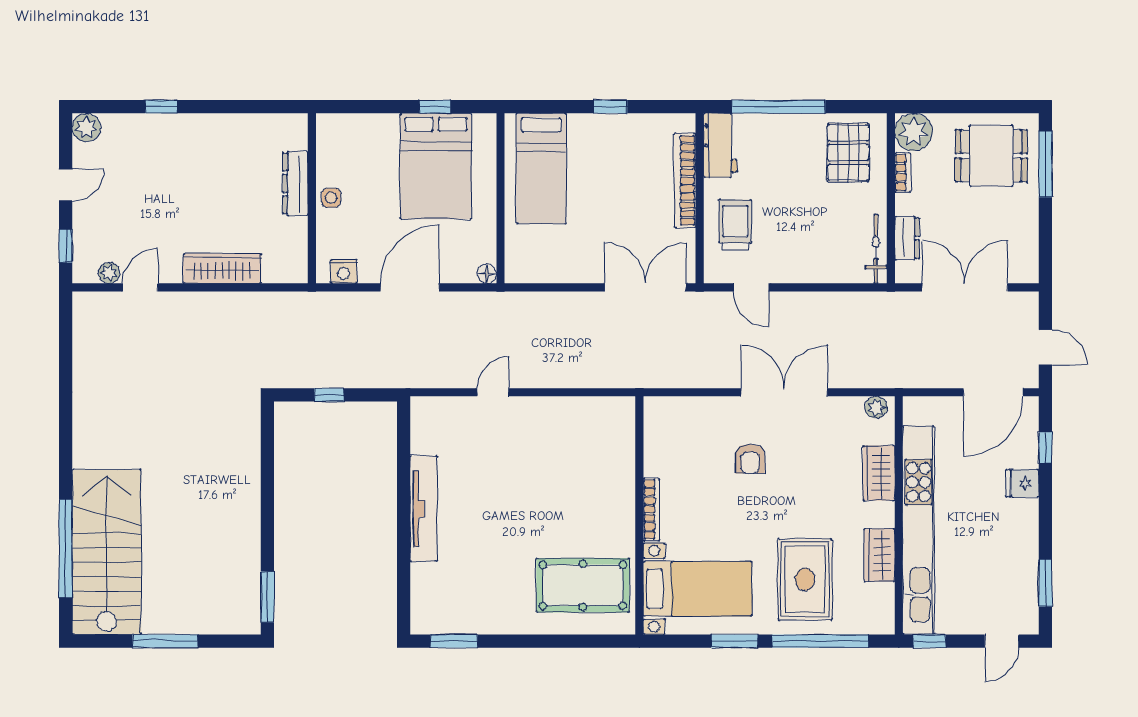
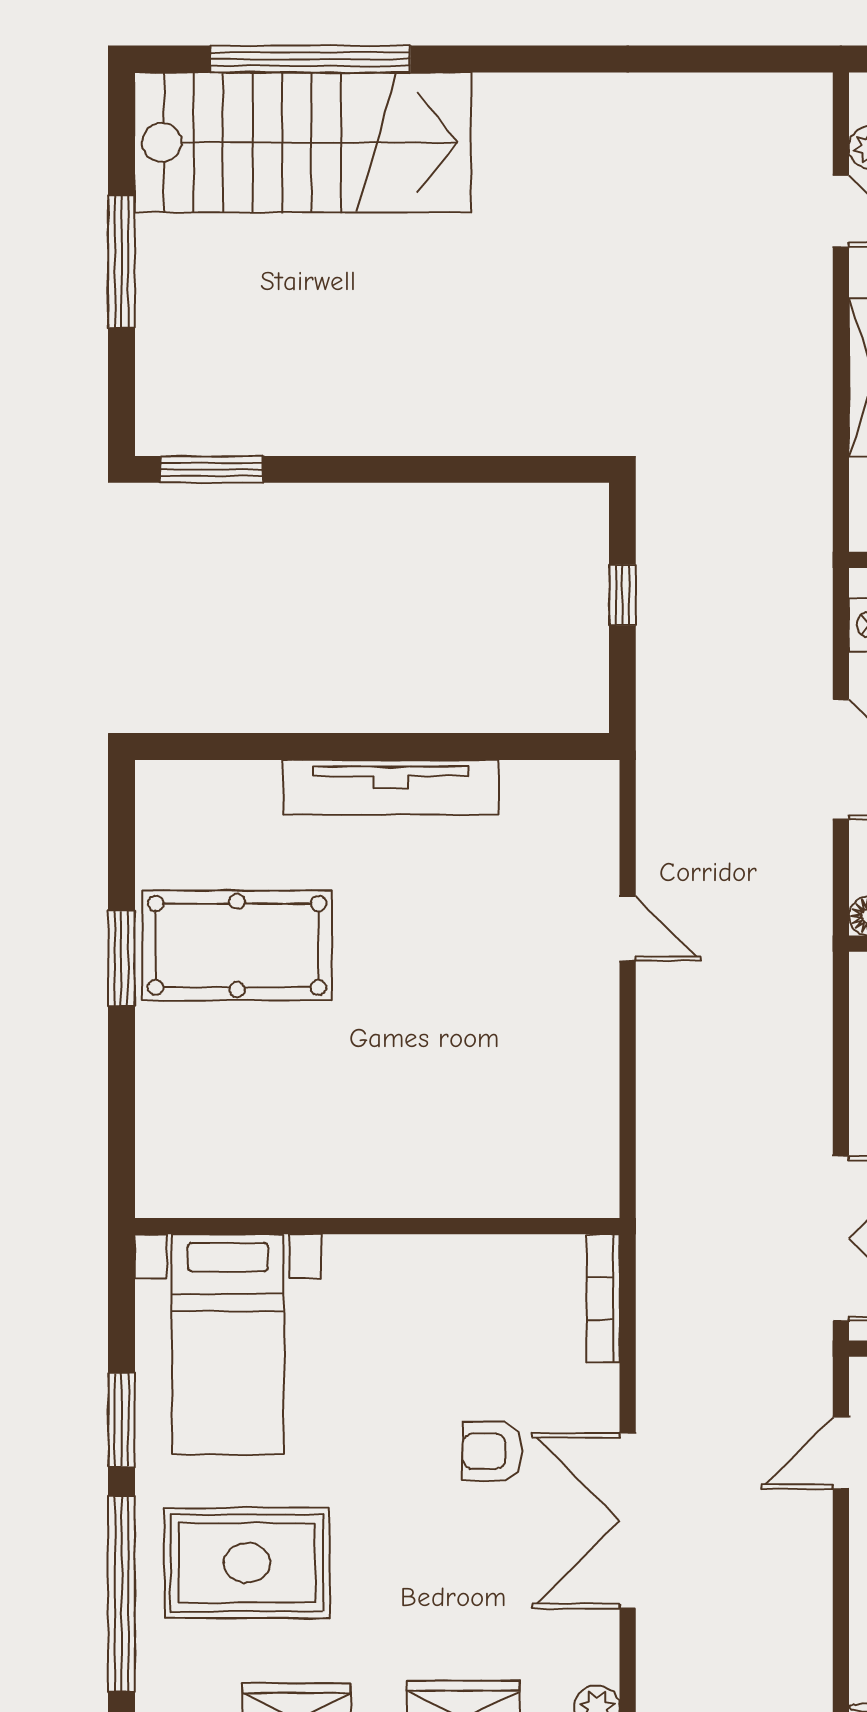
double door: (784, 392) -> (628, 1521), swing flipped
bookcase: (651, 509) -> (603, 1298), moved, turned 90
pool table: (583, 585) -> (237, 945), moved, turned 90
window: (454, 641) -> (121, 958), moved

